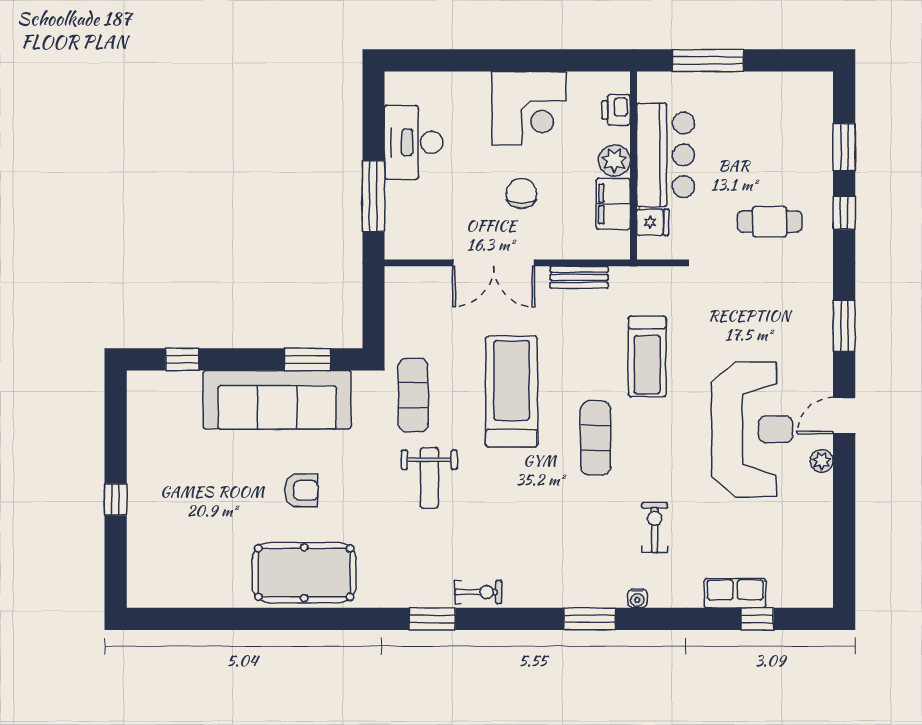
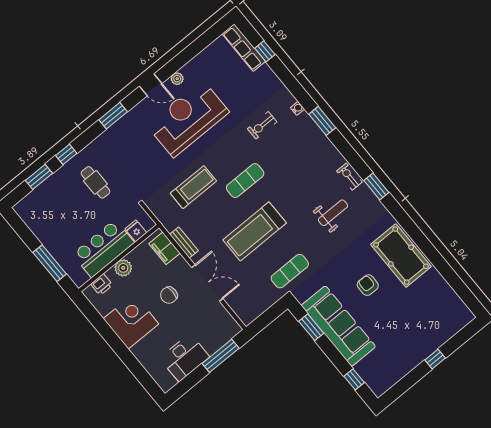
filing cabinet: (613, 204) -> (164, 248), moved, turned 90
weight bench: (429, 478) -> (333, 213), moved
row of seats: (735, 593) -> (244, 48), moved, width x1.48

